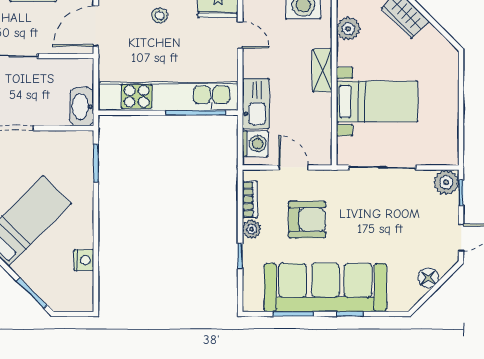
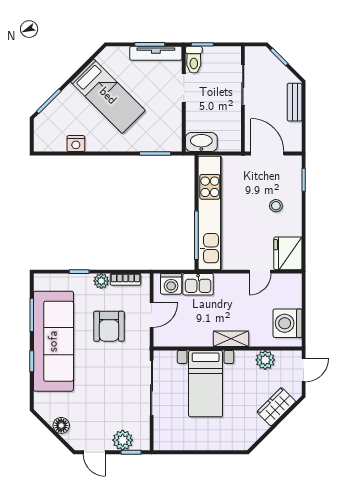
kitchen sink: (256, 104) -> (198, 284), width x0.73
plant: (446, 182) -> (123, 440), moved

